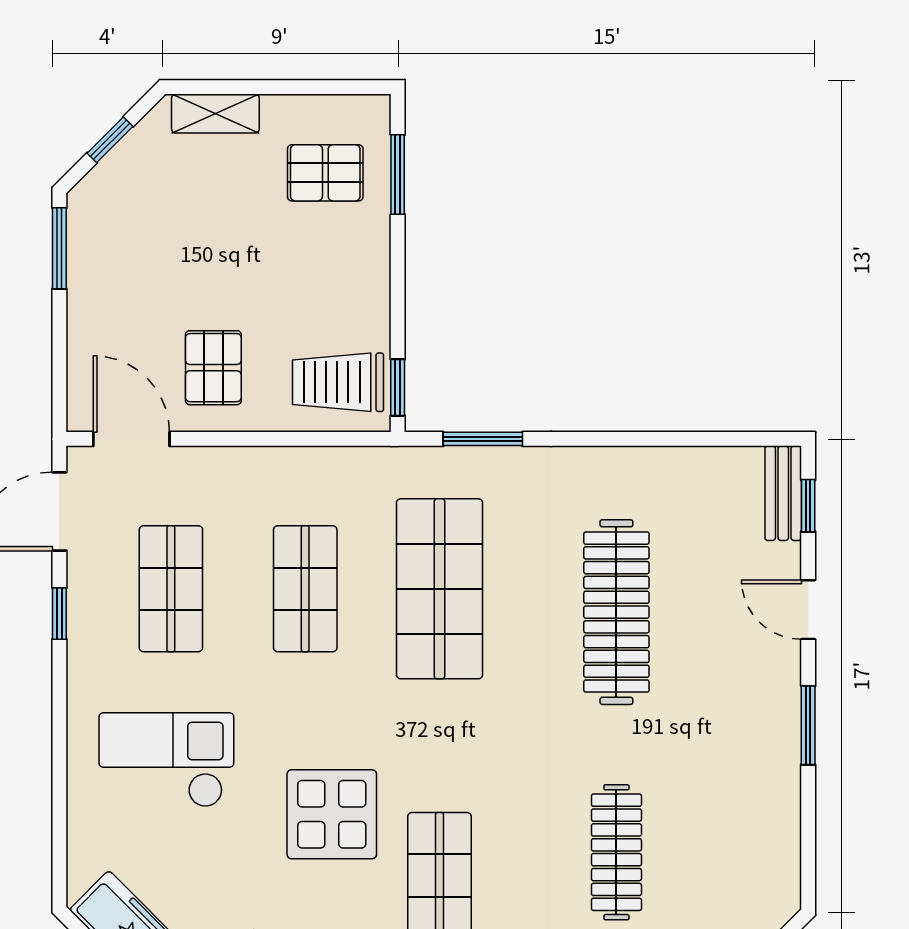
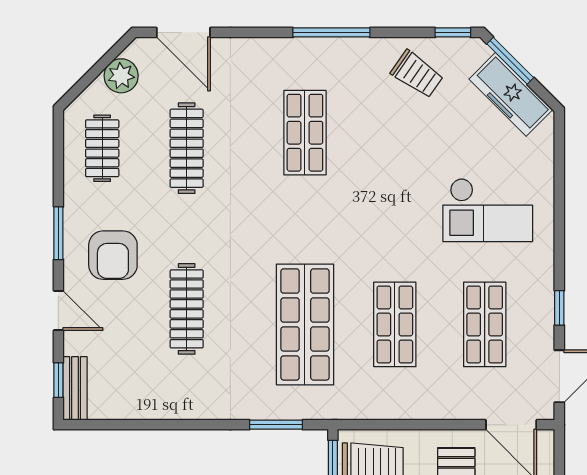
clothes rail: (616, 612) -> (187, 309), width x0.73, depth x0.76
armchair: (727, 692) -> (113, 255), added
display table: (332, 814) -> (377, 174), removed
clothes rail: (743, 852) -> (102, 148), added

